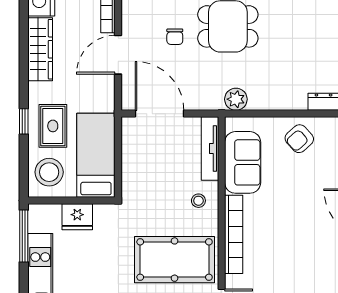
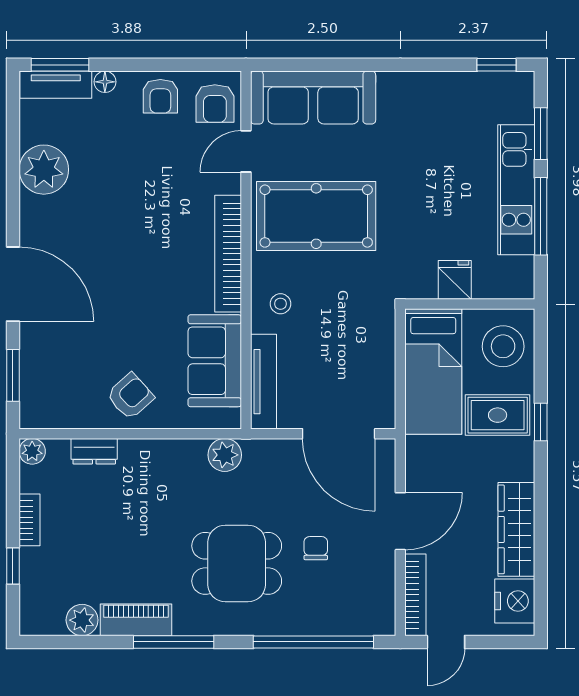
rug: (53, 126) -> (498, 415), turned 90
fridge: (77, 217) -> (455, 280), width x0.72
window: (24, 236) -> (541, 216), moved

